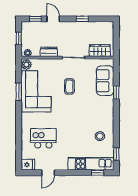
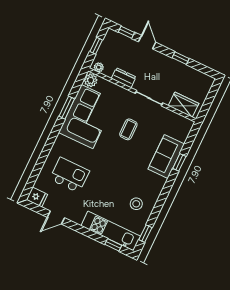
sofa: (105, 81) -> (166, 157), moved

